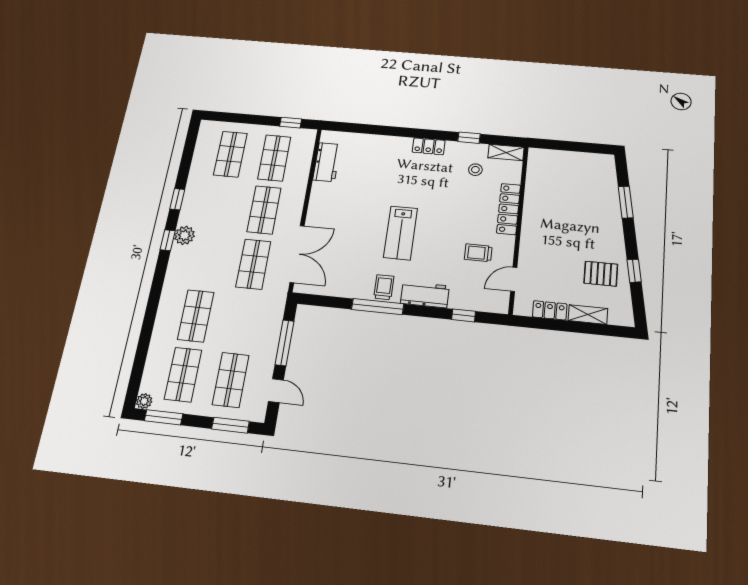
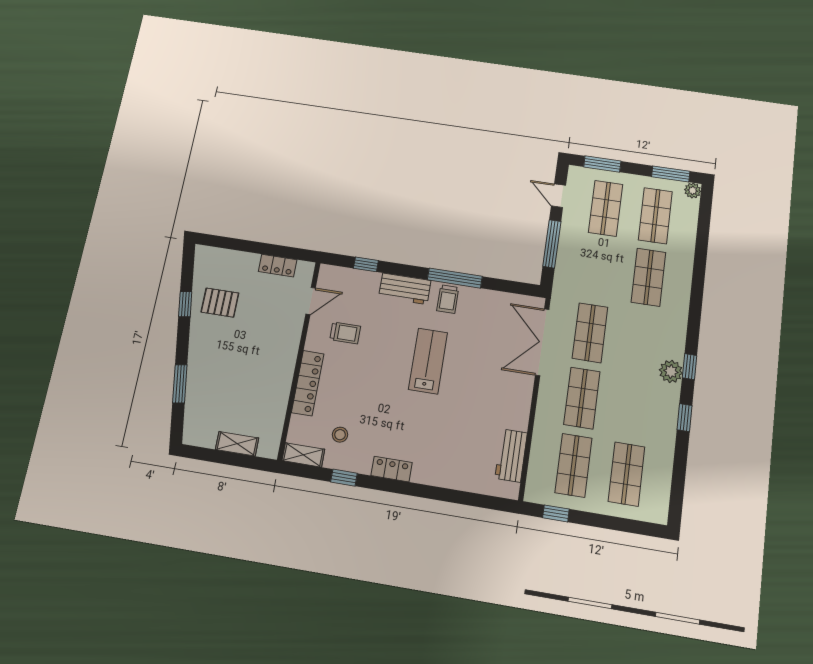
shelving: (588, 315) -> (237, 444), moved

